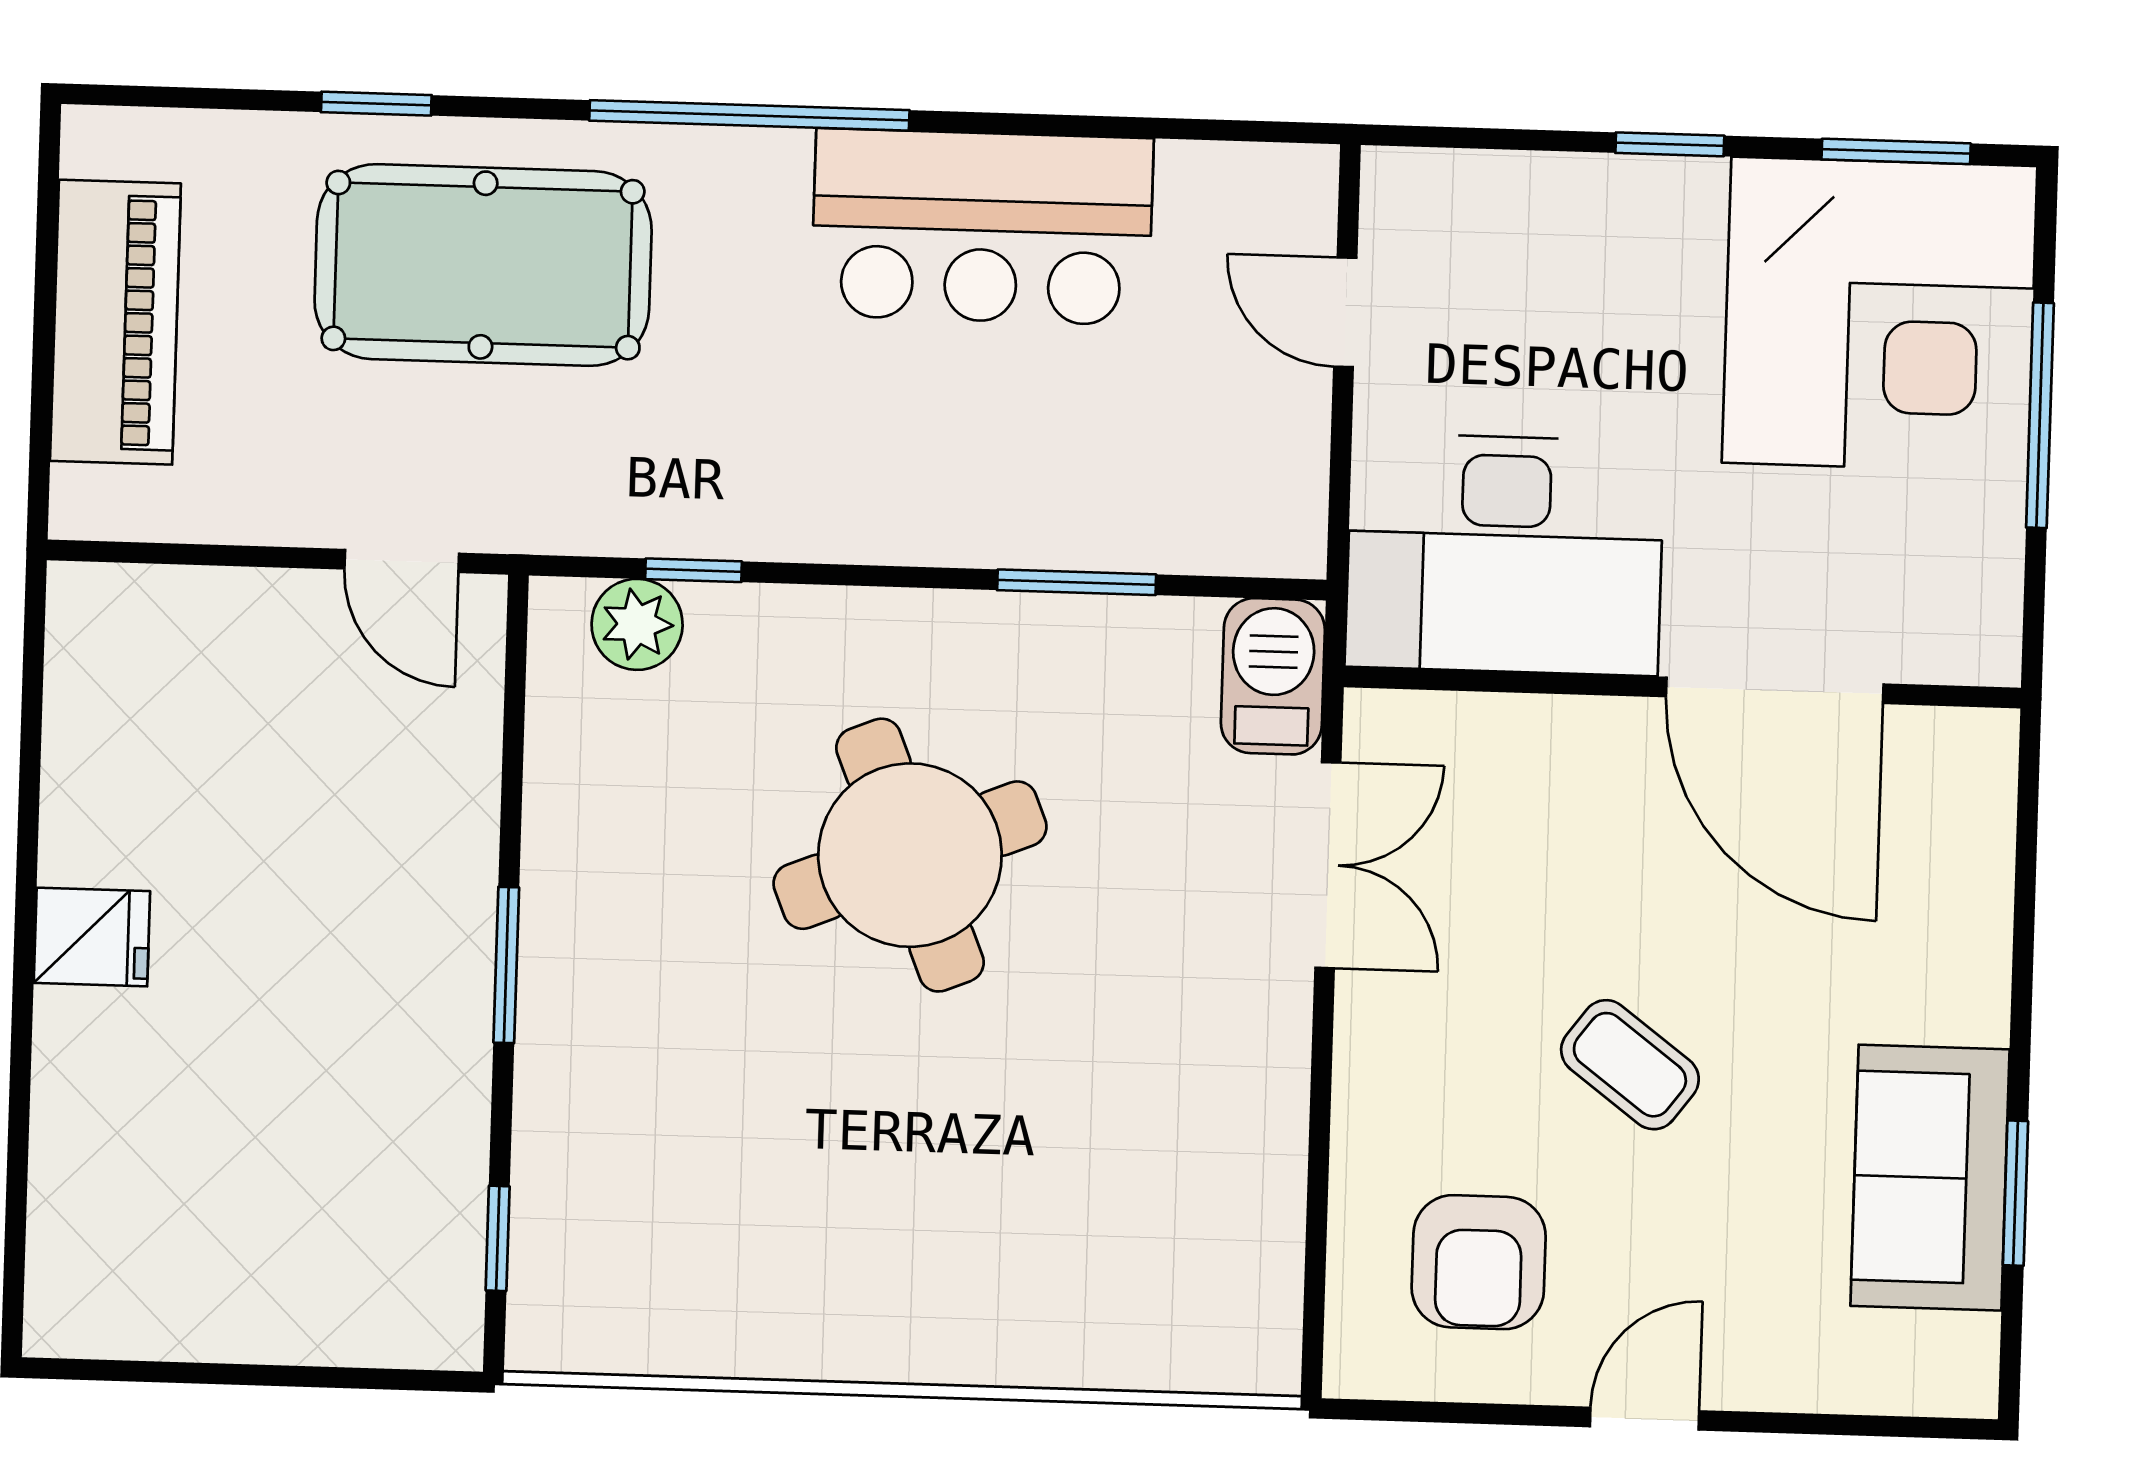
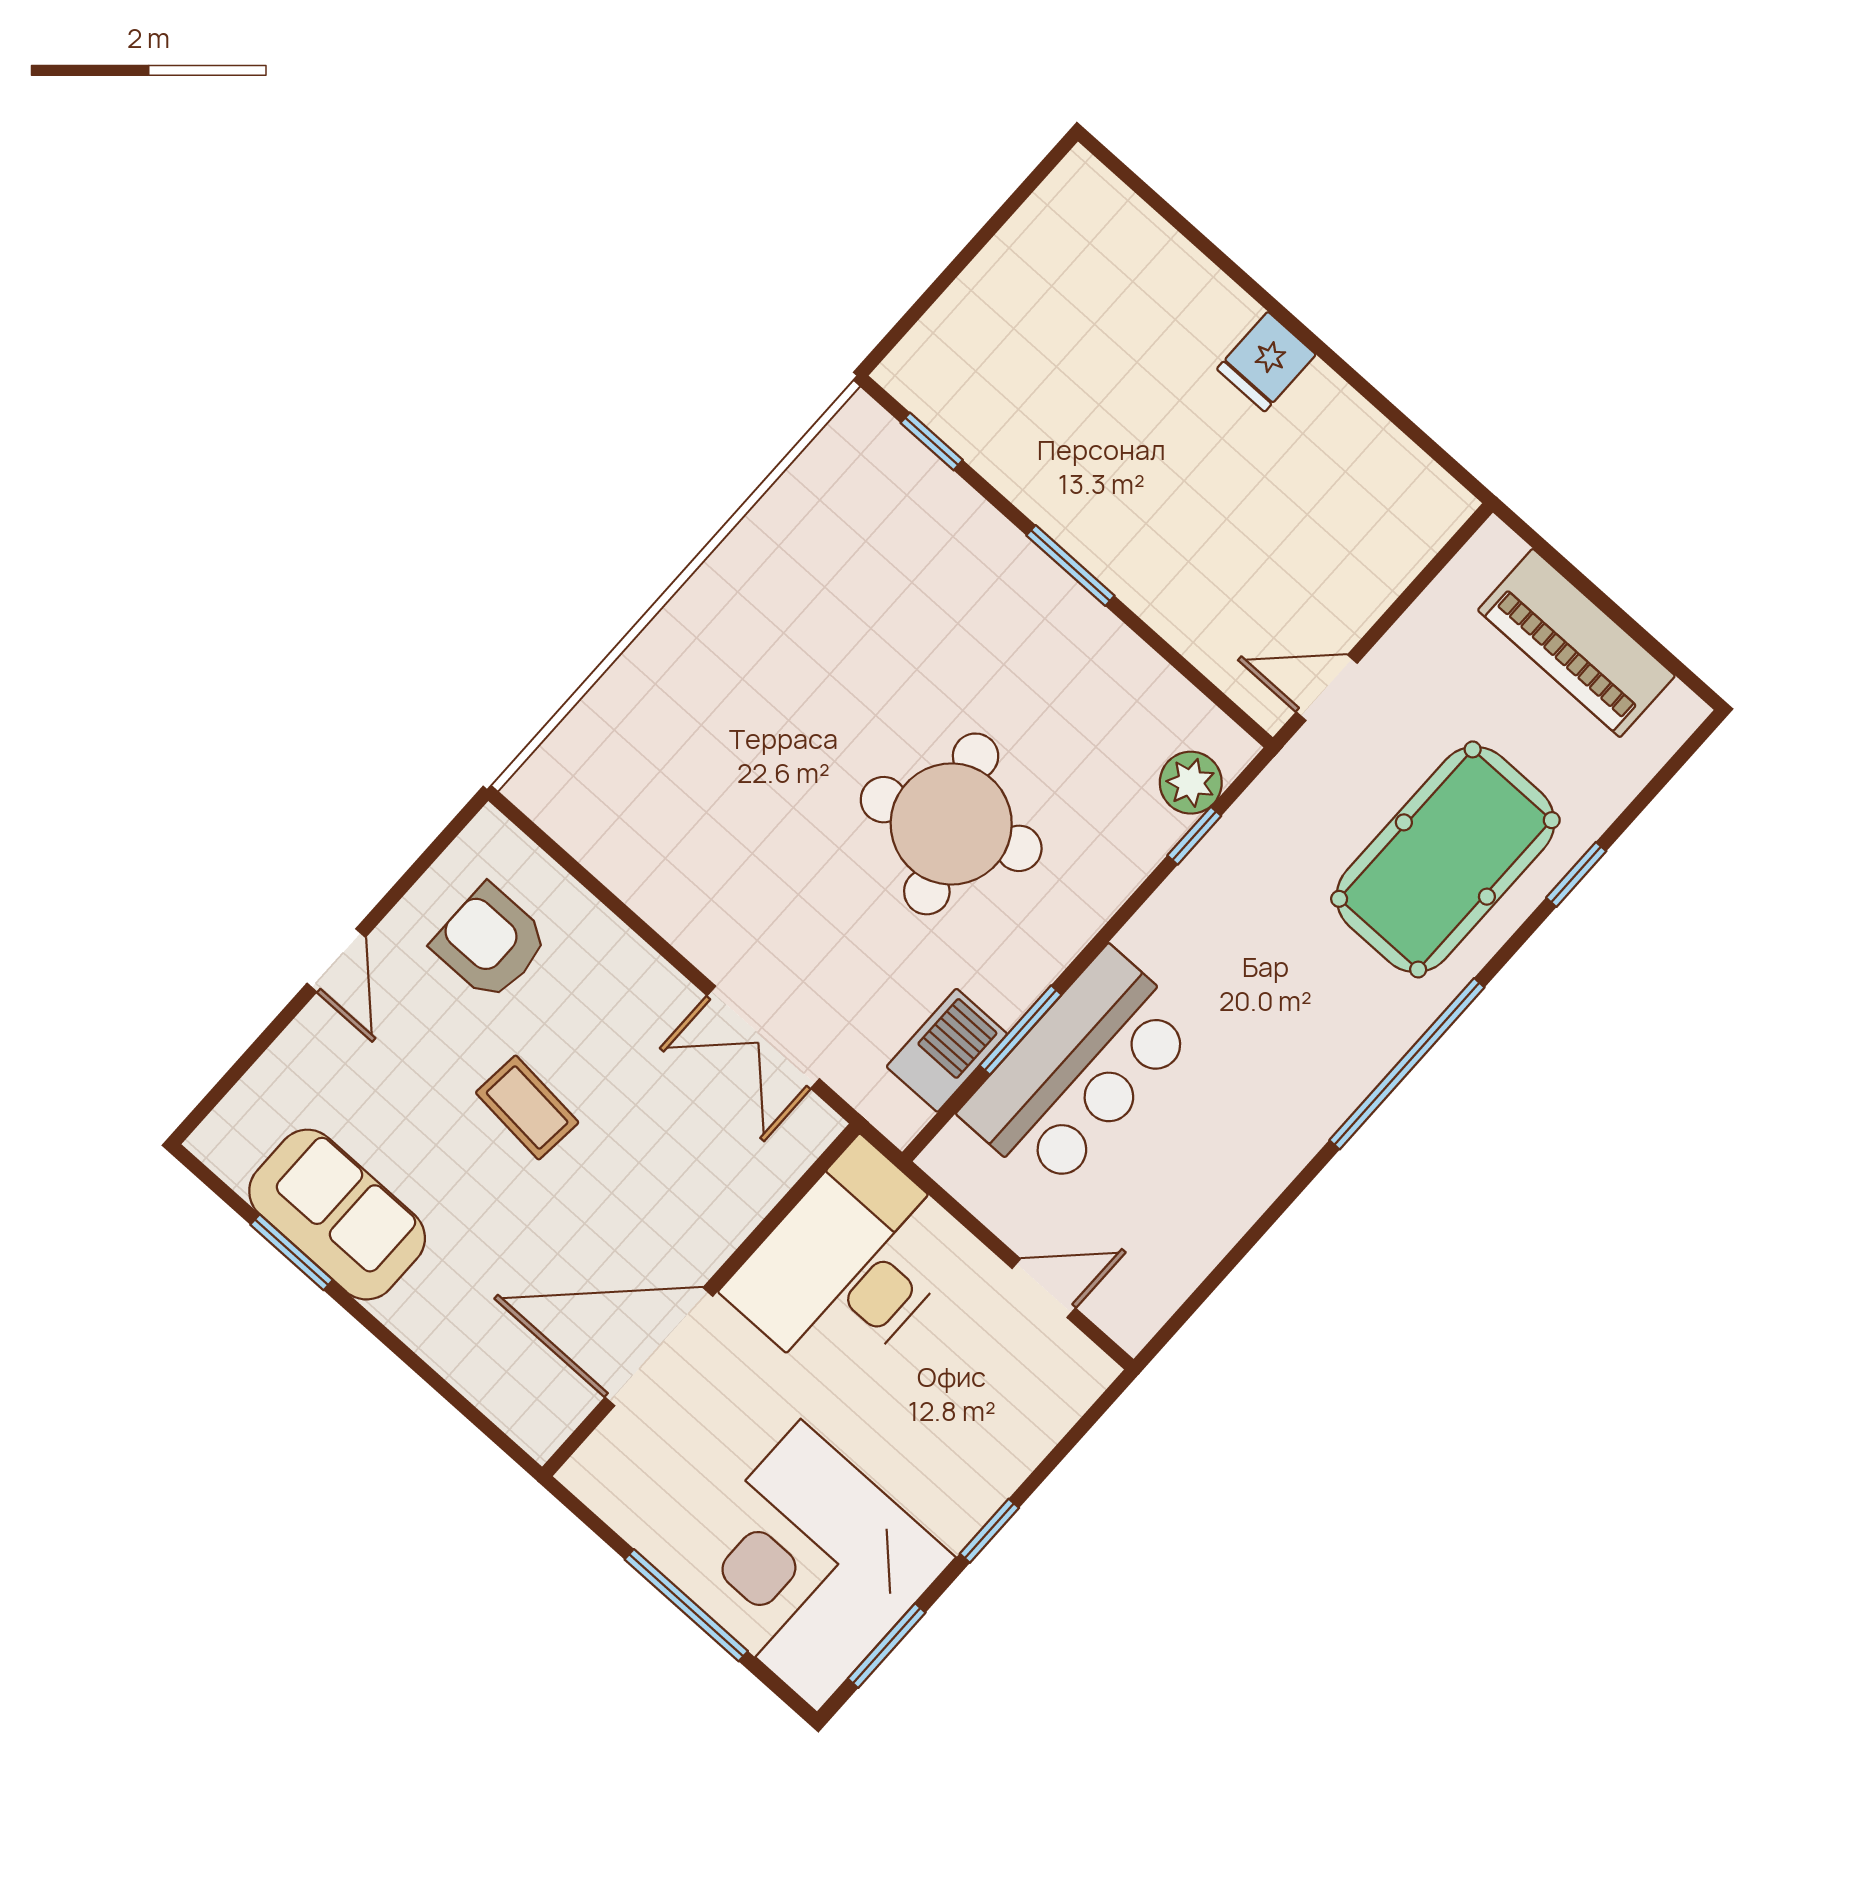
bar counter: (982, 227) -> (1079, 1071), moved, turned 180
barbecue: (1273, 676) -> (947, 1050), moved, turned -90
coffee table: (1630, 1065) -> (527, 1108), turned 58

